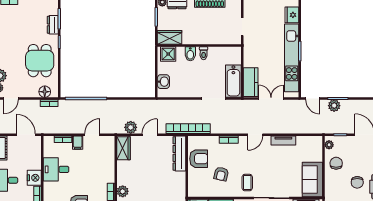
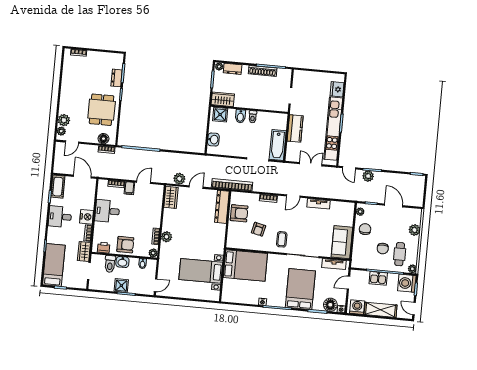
kitchen counter: (251, 82) -> (295, 128), moved

